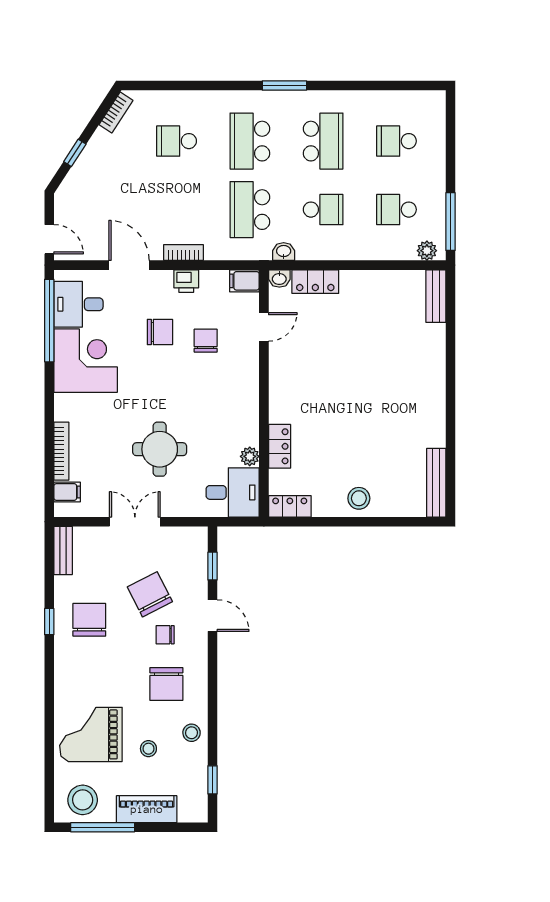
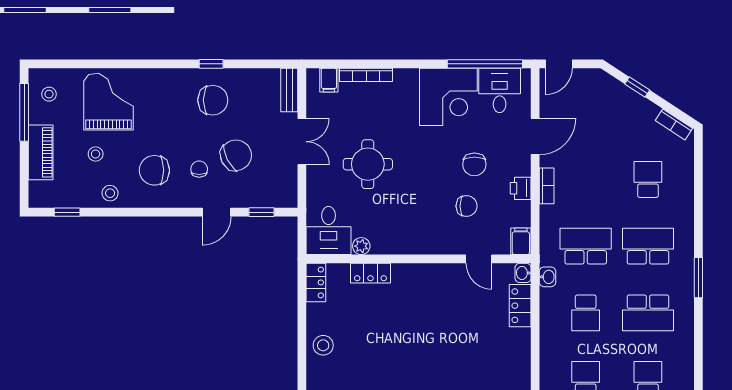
bench: (63, 550) -> (289, 90), moved, turned 90
stool: (83, 800) -> (49, 94), width x0.53, depth x0.53

